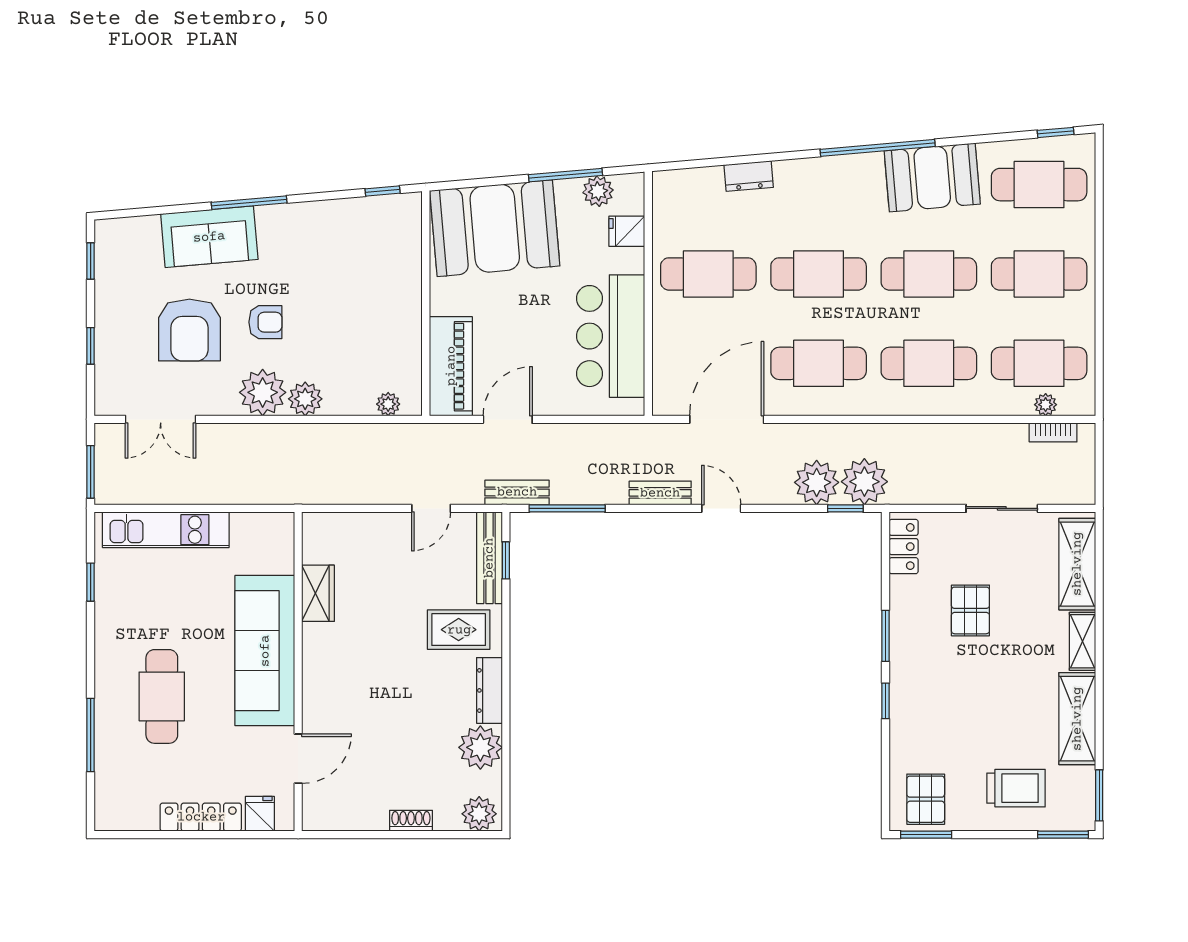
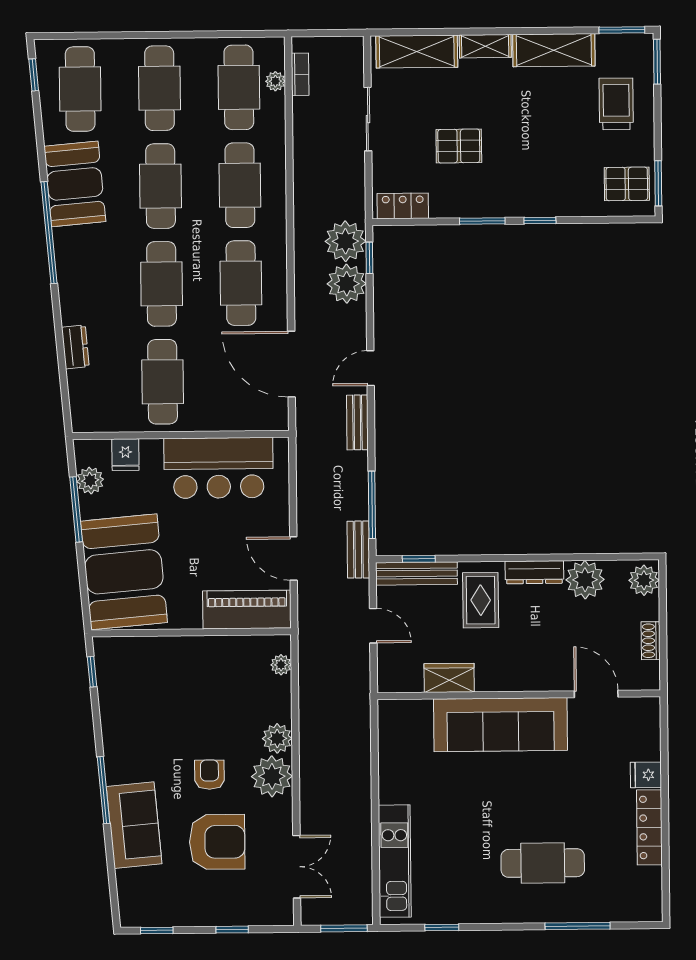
wardrobe: (318, 593) -> (449, 678), moved
sofa: (265, 651) -> (501, 725), moved
wall: (298, 671) -> (519, 695), moved
door: (298, 759) -> (596, 694), moved

